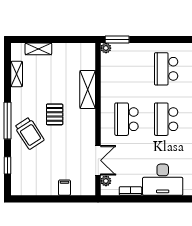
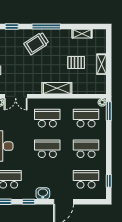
shelving: (38, 49) -> (101, 64), moved
school desk: (126, 69) -> (86, 118), added
shelving: (88, 90) -> (57, 88), moved
pallet: (55, 114) -> (76, 62), moved

